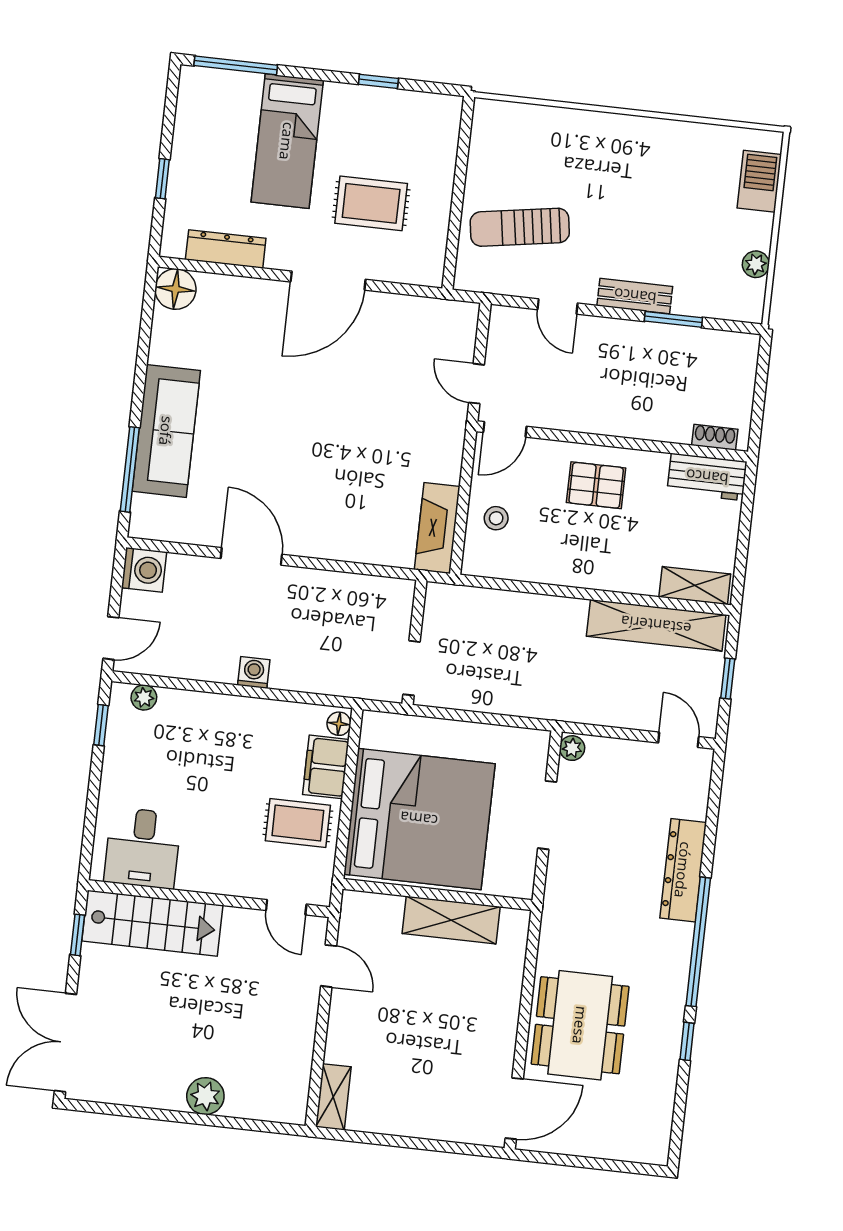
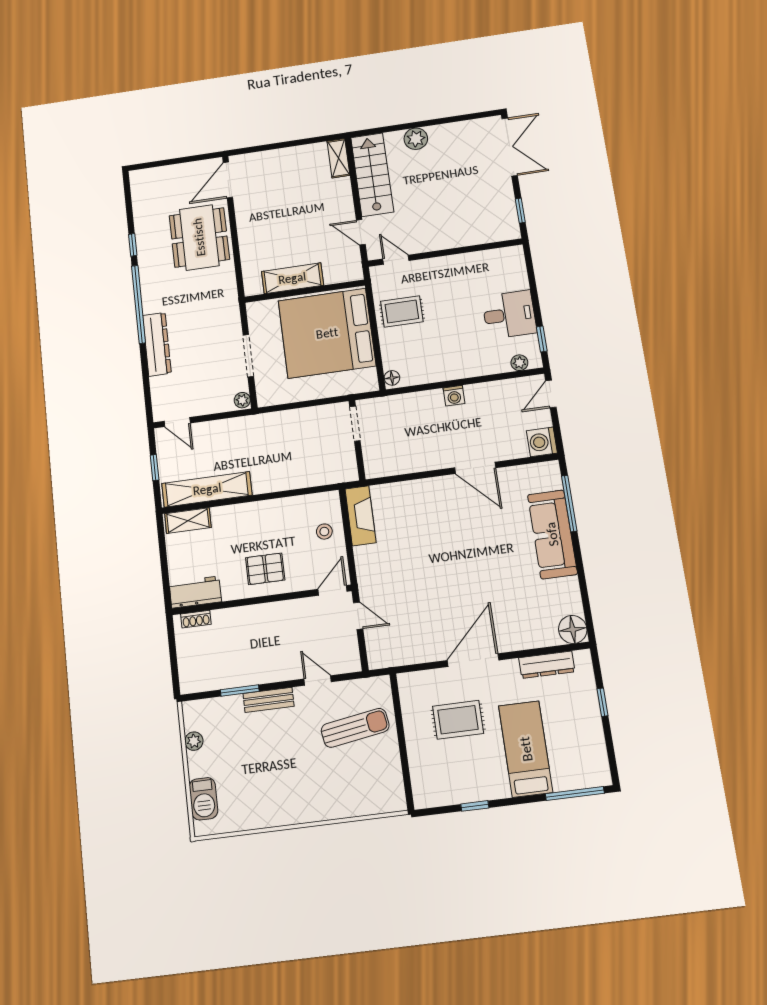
filing cabinet: (326, 767) -> (393, 350), removed
desk: (143, 848) -> (509, 315), moved, turned 90
stairs: (152, 923) -> (372, 175), moved, turned 90

